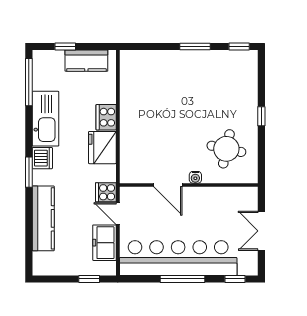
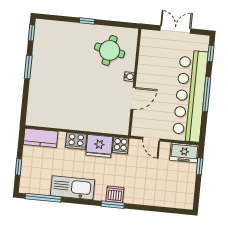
kitchen counter: (86, 61) -> (41, 138), moved, turned 90
dishwasher: (42, 158) -> (115, 194), moved
cooker: (106, 192) -> (121, 145), moved
door: (118, 214) -> (151, 139), hinge flipped
kitchen counter: (43, 218) -> (149, 197), removed
double door: (261, 231) -> (175, 30), swing flipped
freezer: (104, 243) -> (184, 153), moved

